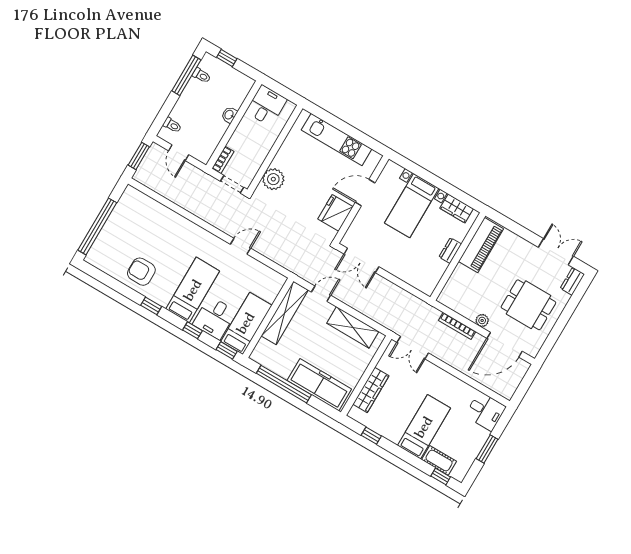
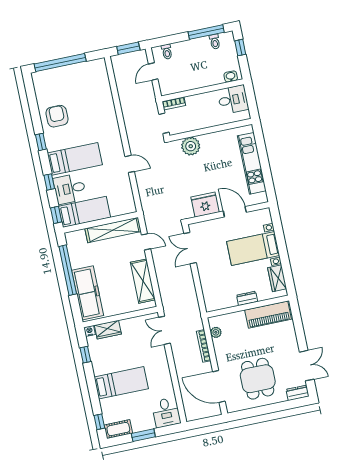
washbasin: (229, 115) -> (231, 76), moved
plant: (482, 320) -> (216, 332), moved
wardrobe: (371, 390) -> (108, 330), width x0.67
nightstand: (354, 413) -> (90, 331), added
cot: (439, 460) -> (118, 429), moved, turned 90

